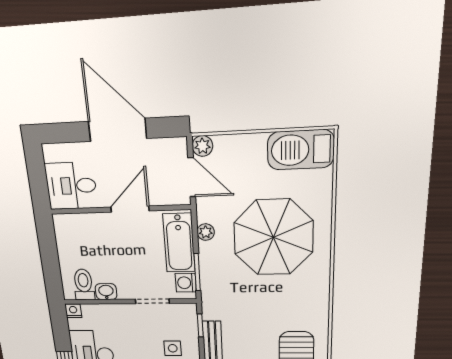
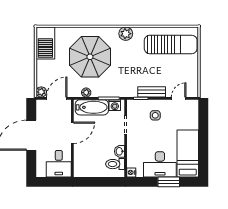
door: (130, 209) -> (72, 133), swing flipped
plant: (317, 300) -> (126, 34), added

